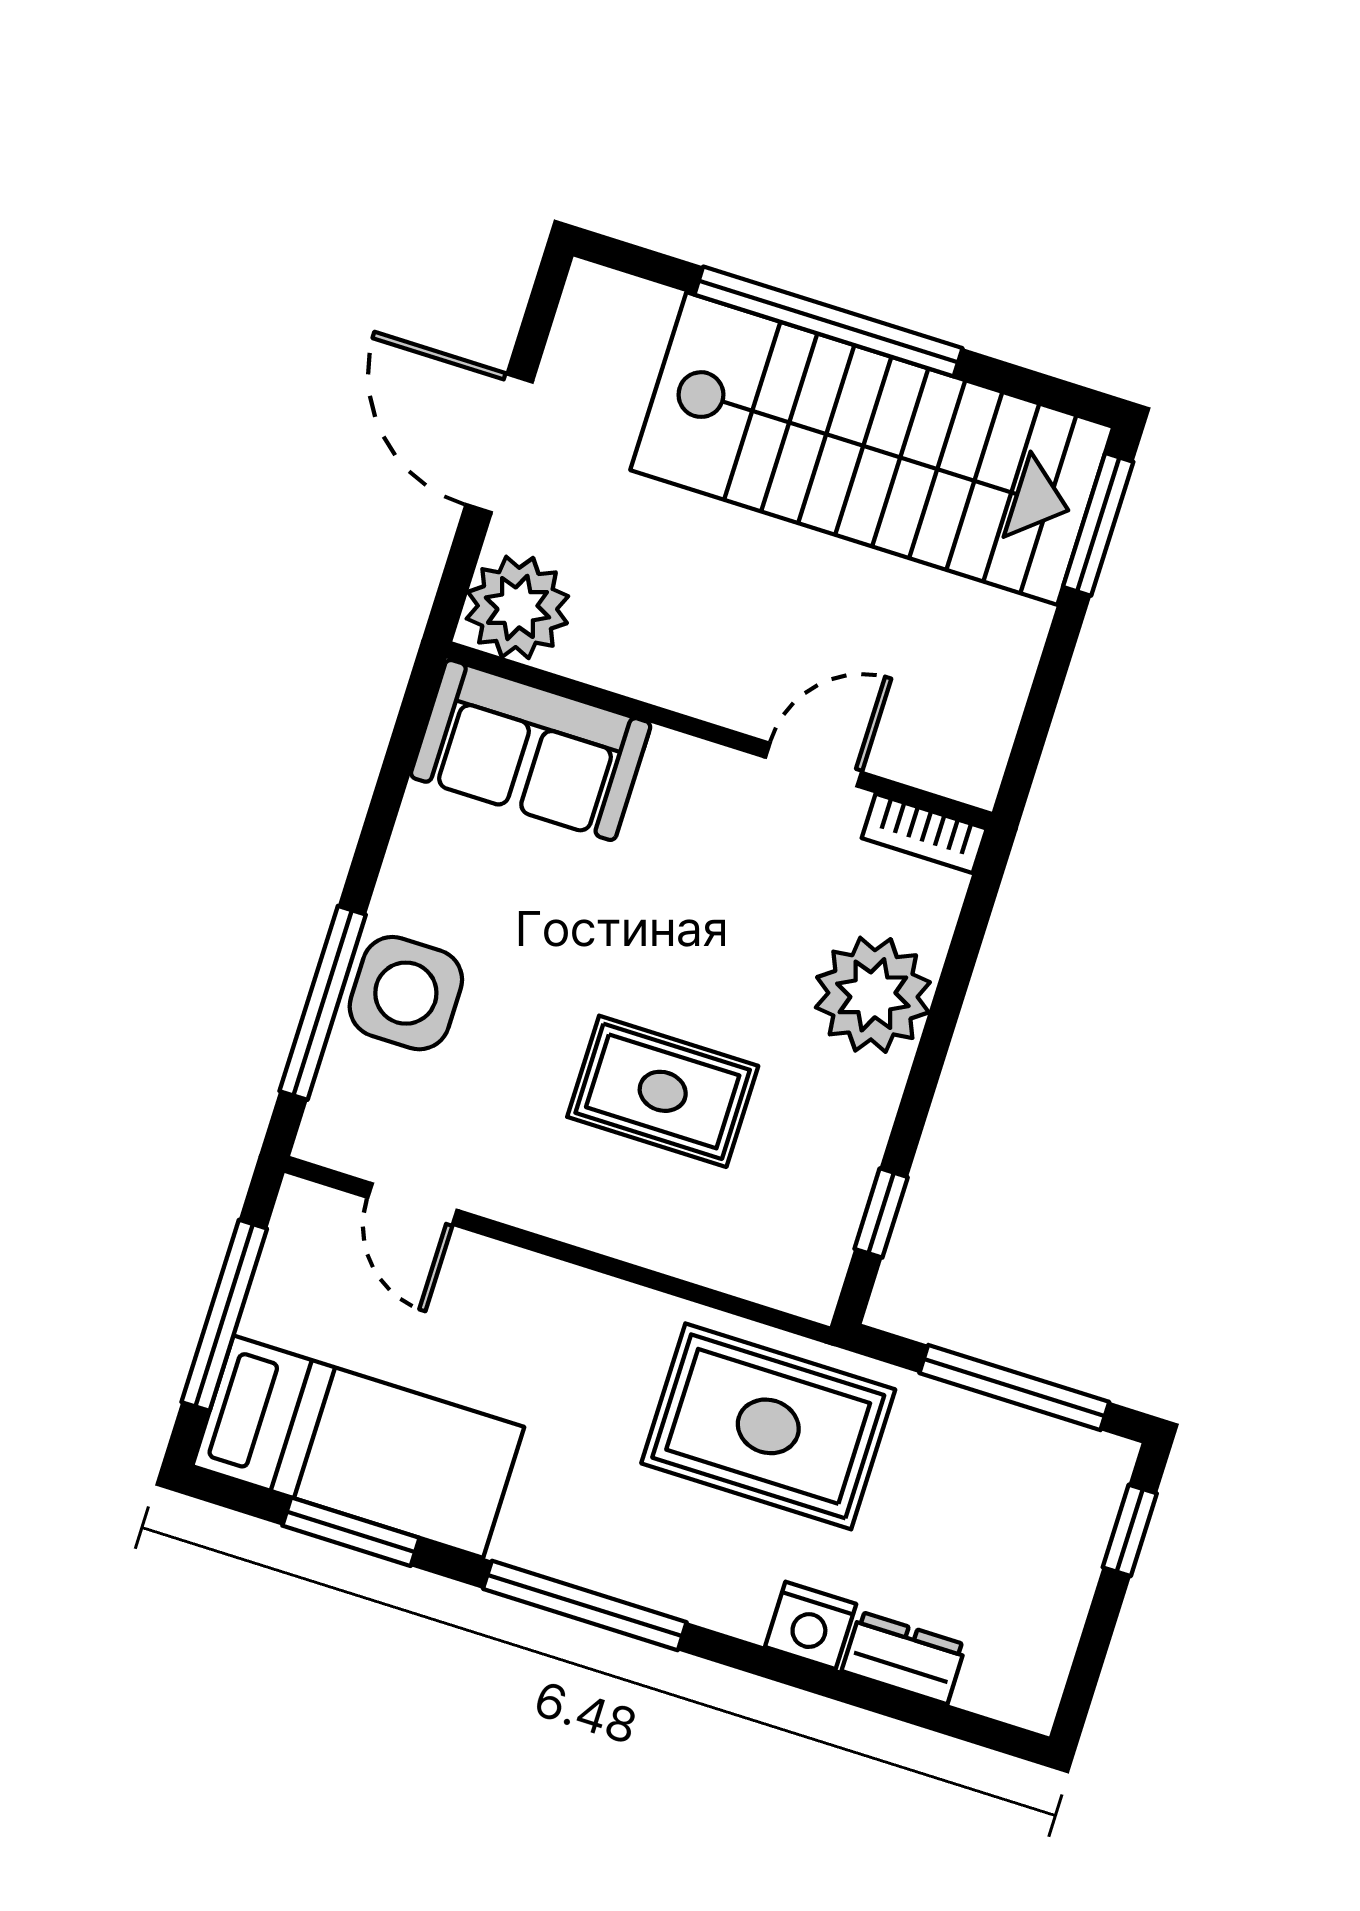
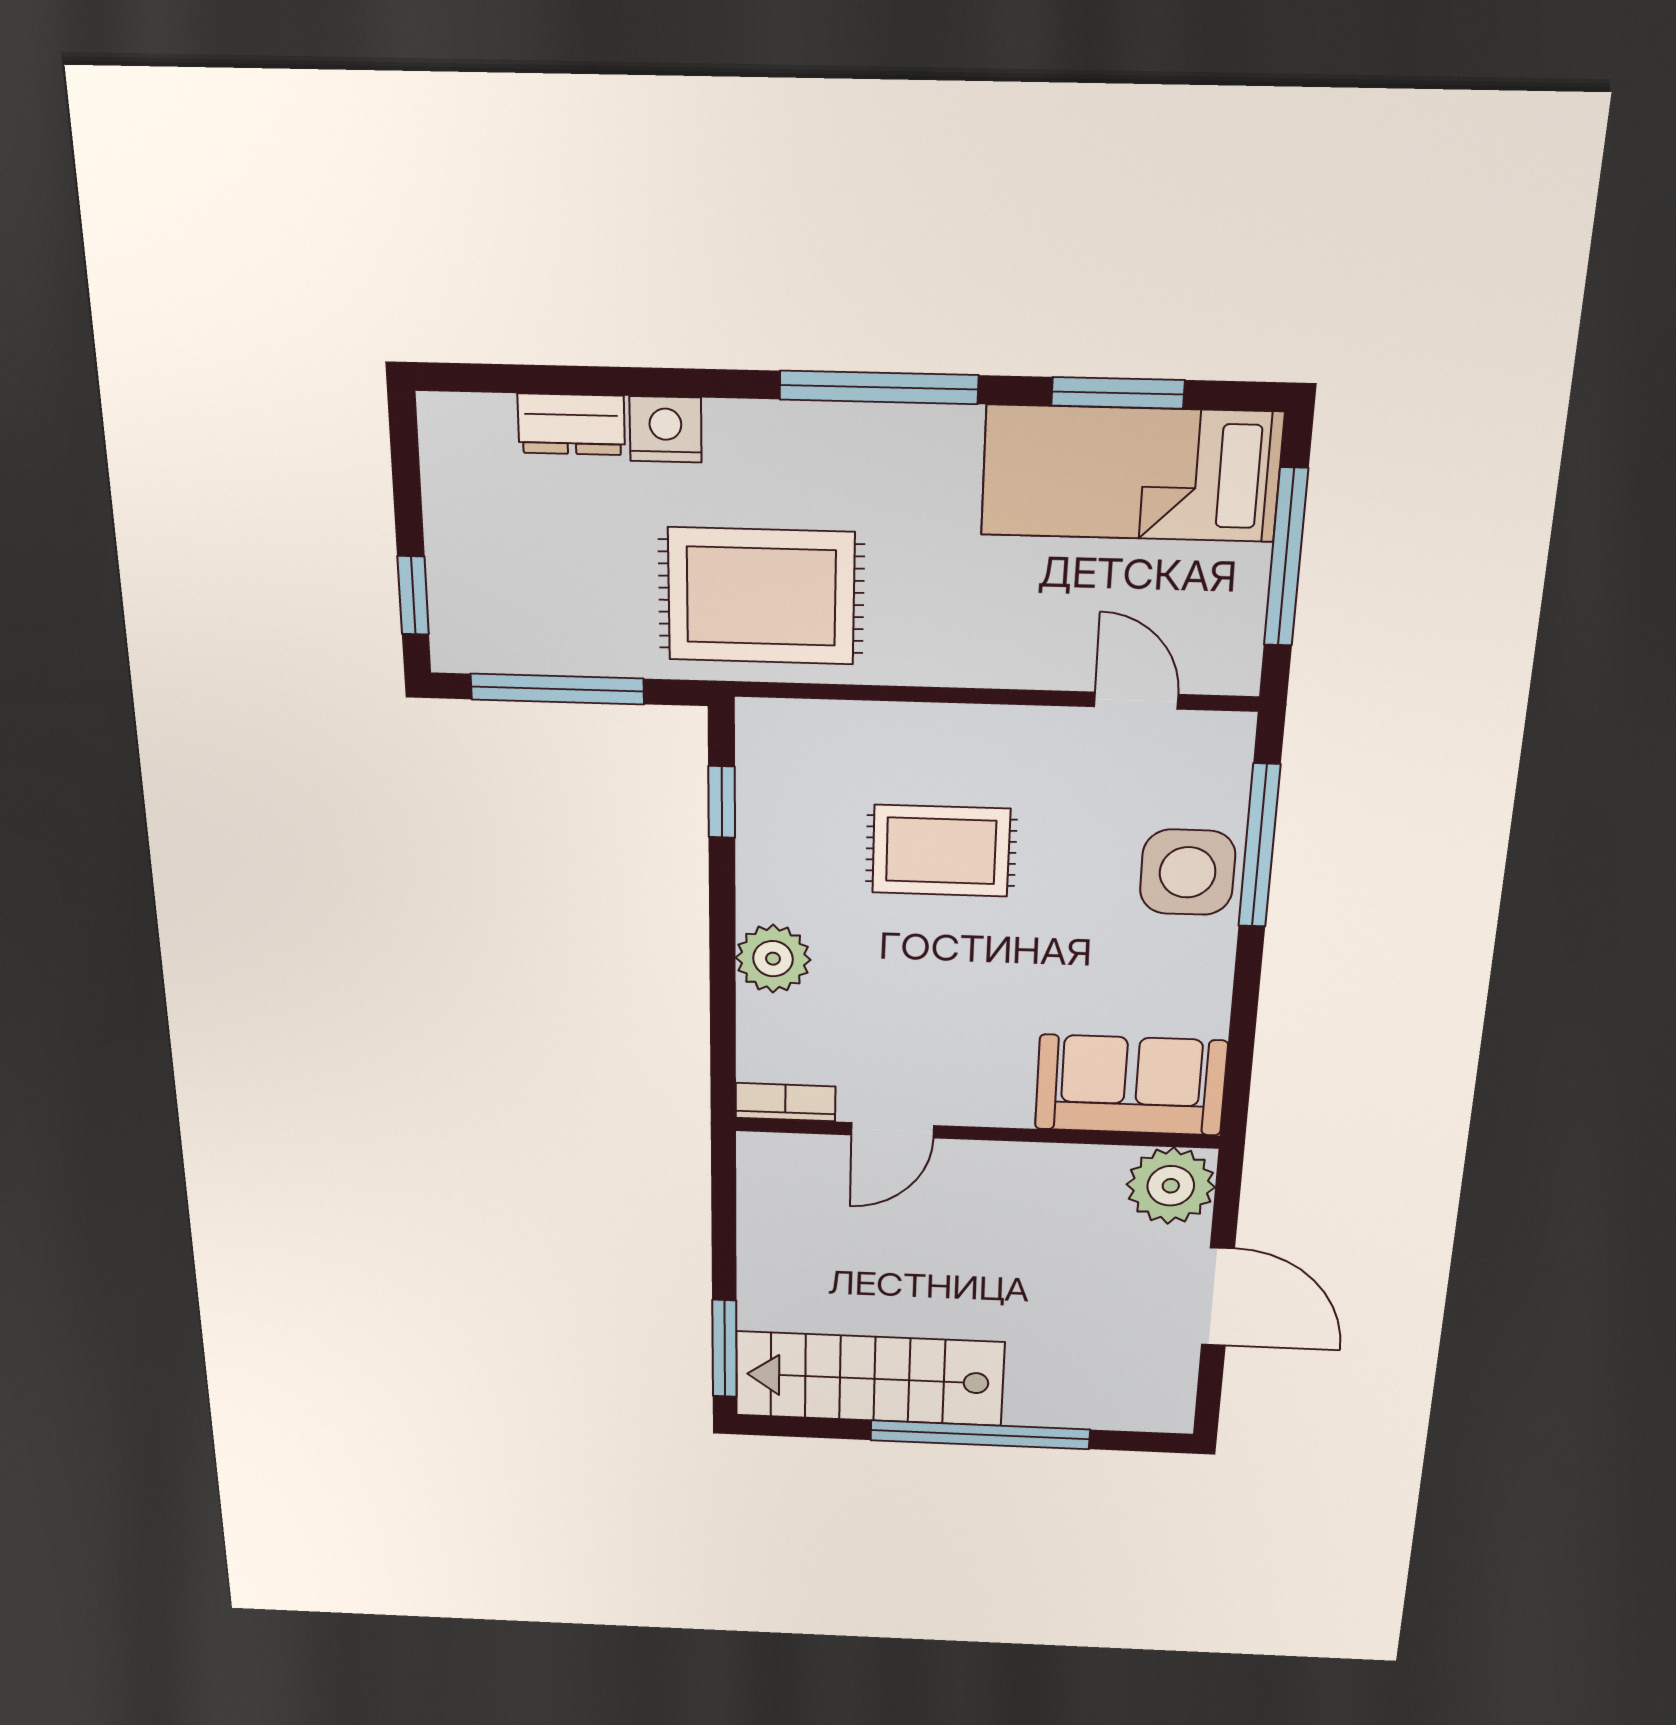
stairs: (872, 448) -> (869, 1379), width x0.73, depth x0.66
plant: (873, 995) -> (773, 959), width x0.73, depth x0.73

